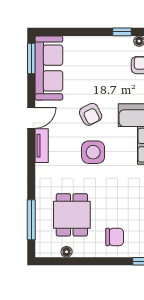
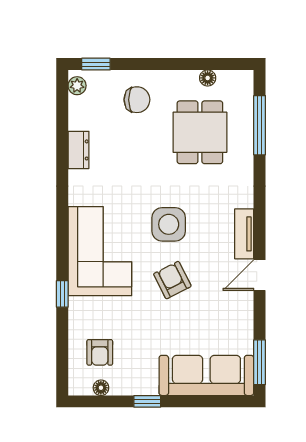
window: (122, 32) -> (147, 401), moved
sofa: (49, 68) -> (206, 375), moved, turned 90
chair: (115, 237) -> (137, 100), turned 180

